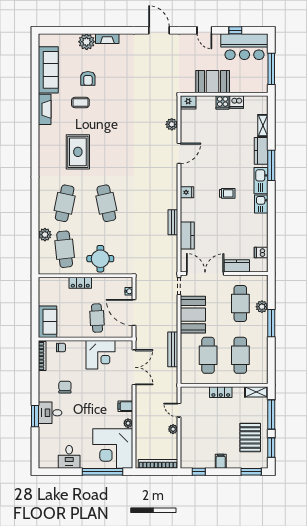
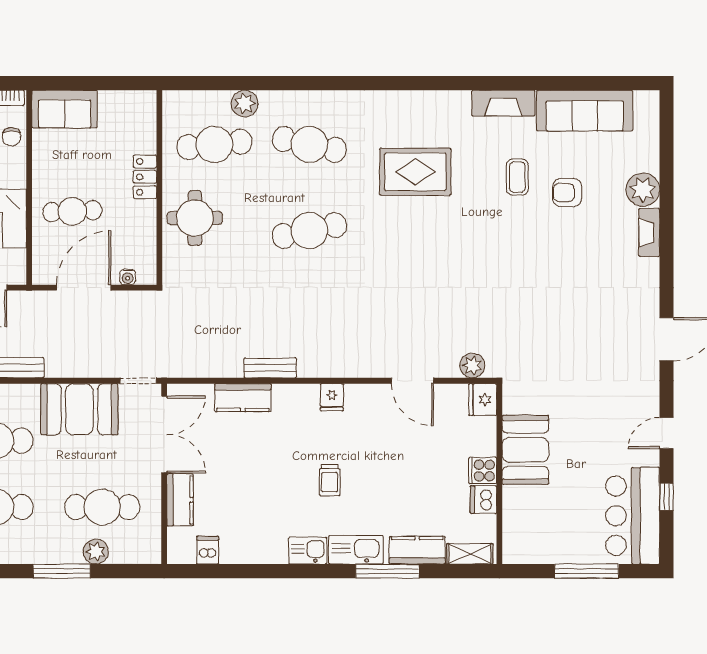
booth: (213, 82) -> (525, 450), moved
wall: (224, 94) -> (499, 474), moved
fridge: (188, 102) -> (483, 400), moved
cooker: (223, 102) -> (483, 471), moved
dishwasher: (237, 102) -> (483, 500), moved

